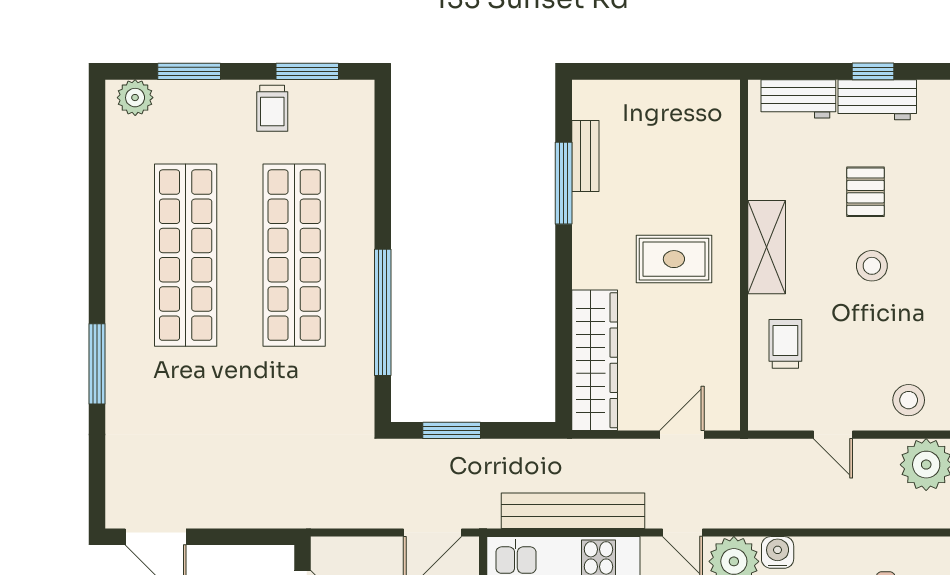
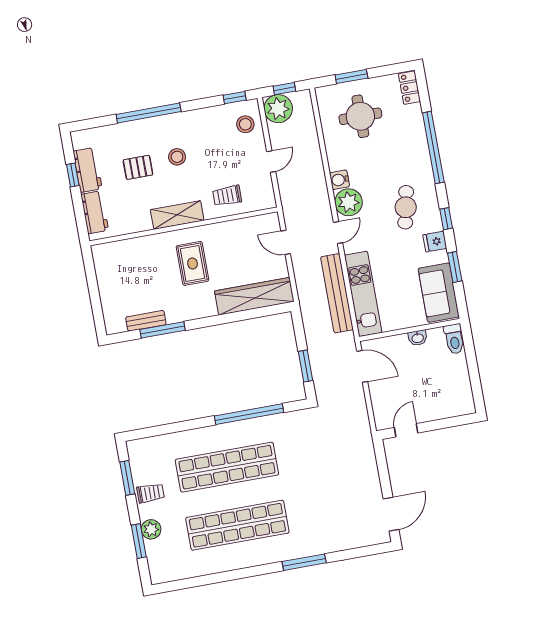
plant: (135, 98) -> (151, 529), moved

